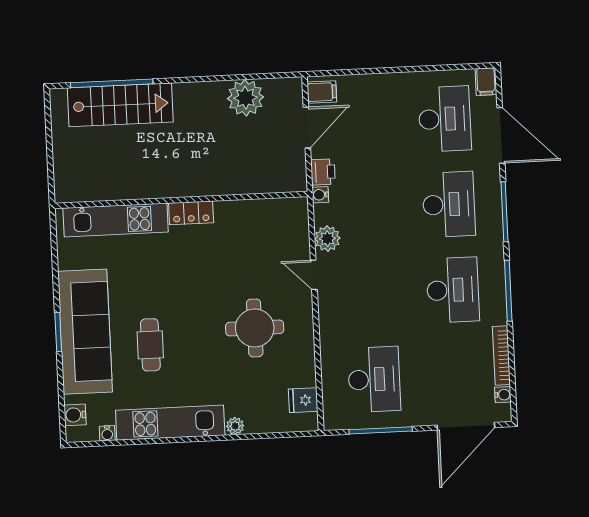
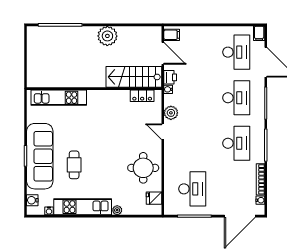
plant: (245, 98) -> (107, 36), moved
stairs: (120, 105) -> (134, 77), moved, turned 180
door: (307, 128) -> (163, 53), hinge flipped
locker: (191, 213) -> (142, 96), moved
round table: (255, 328) -> (143, 168), moved

